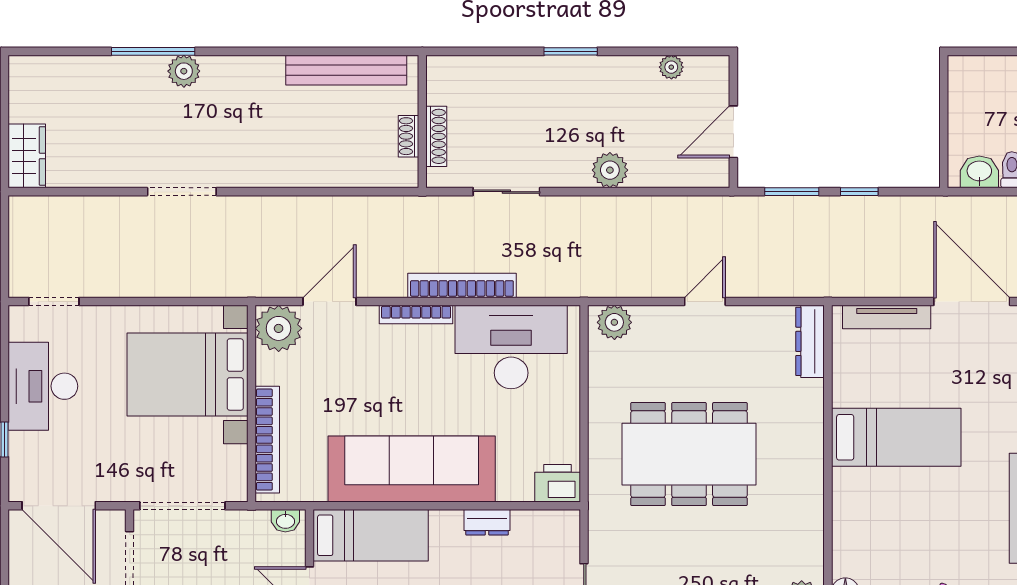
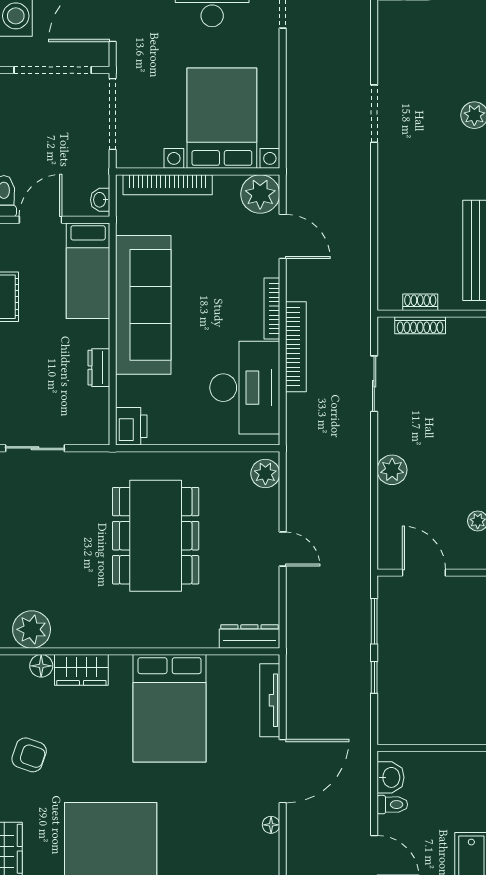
bed: (896, 437) -> (170, 708), width x1.50
wardrobe: (850, 543) -> (81, 670), added

